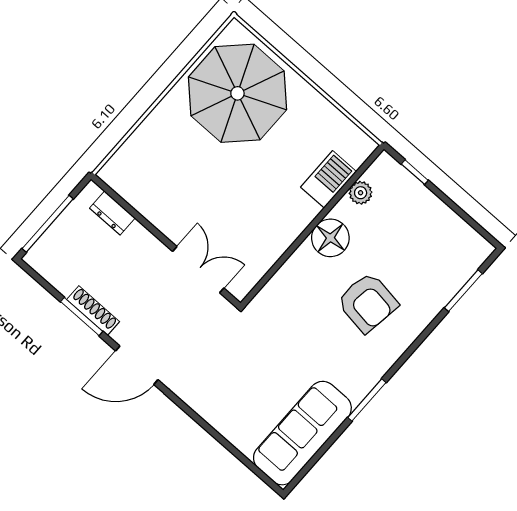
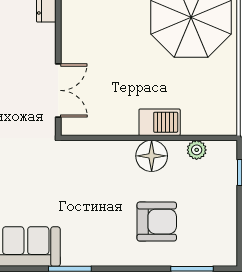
barbecue: (328, 179) -> (160, 122), moved
armchair: (367, 303) -> (157, 222), moved, turned -98

